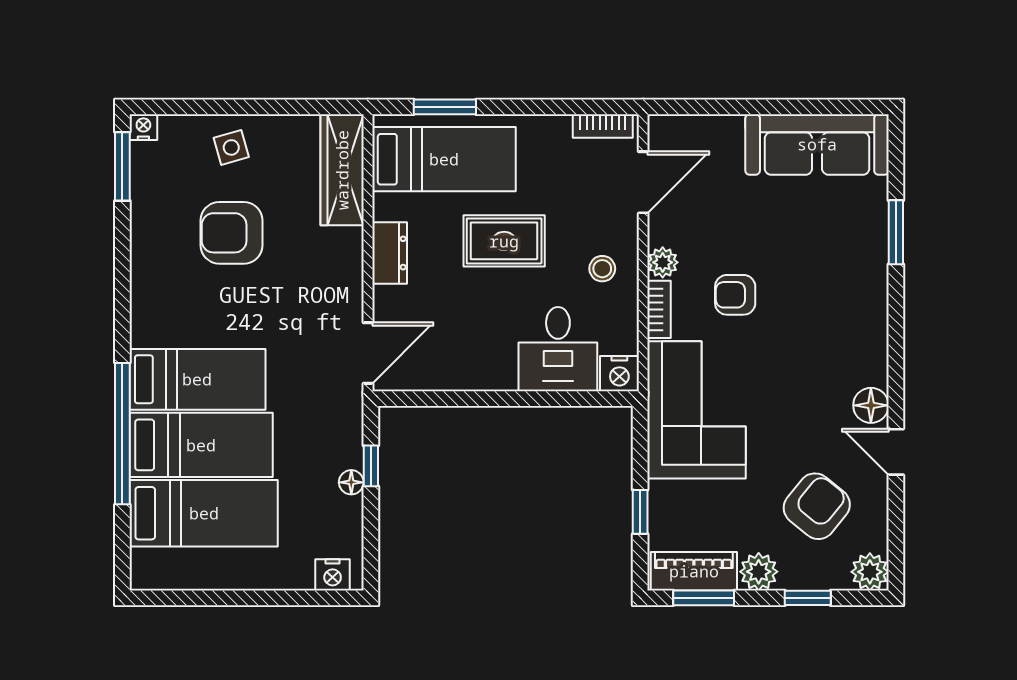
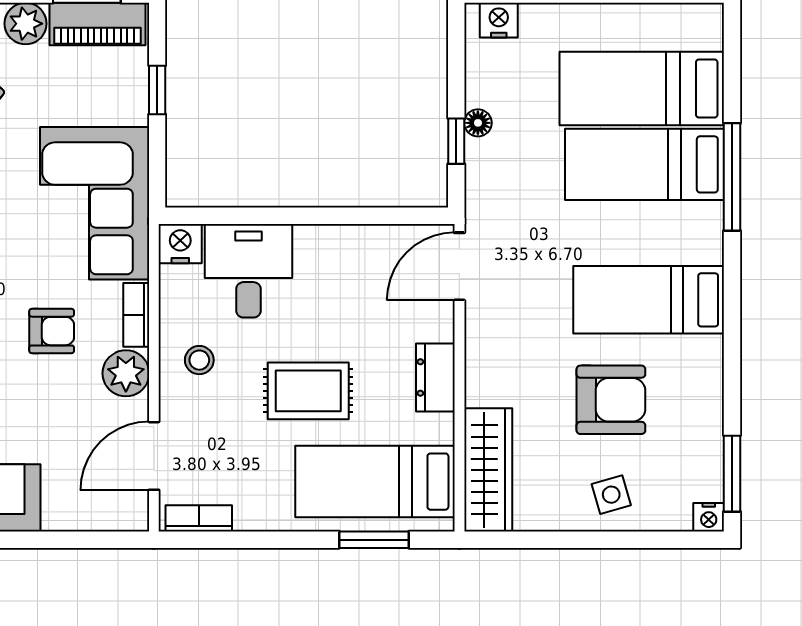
plant: (663, 262) -> (126, 373), width x1.38, depth x1.38
bed: (197, 379) -> (649, 300), moved
window: (122, 434) -> (732, 177), width x0.68

